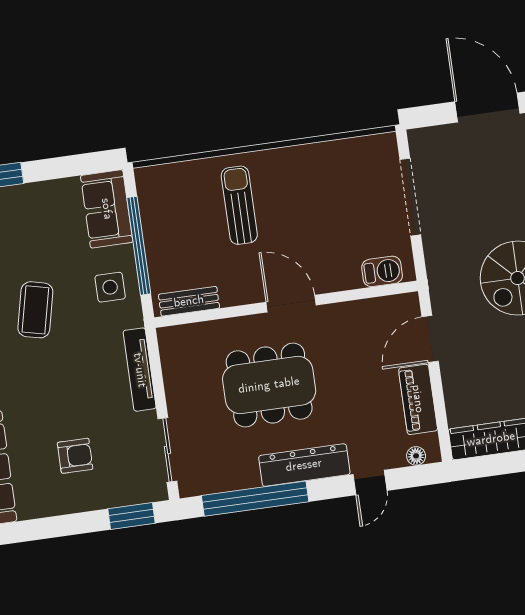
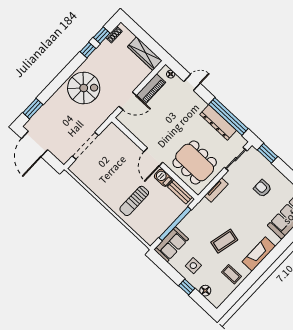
barbecue: (382, 271) -> (163, 178), moved
side table: (110, 287) -> (193, 266), moved
tv unit: (140, 370) -> (216, 190), width x0.71
dining table: (269, 385) -> (195, 163), moved
dresser: (304, 465) -> (218, 122), moved

